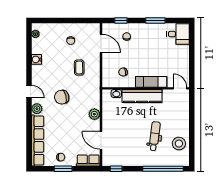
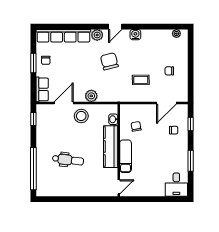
water cooler: (37, 59) -> (135, 35), moved
stool: (179, 144) -> (81, 116), moved

